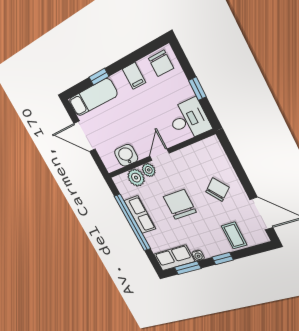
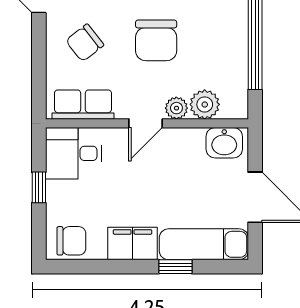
chair: (161, 63) -> (71, 241), turned 90
filing cabinet: (134, 76) -> (133, 243), width x2.00
washbasin: (126, 155) -> (224, 143), moved
row of seats: (140, 215) -> (83, 105), moved, turned 90

